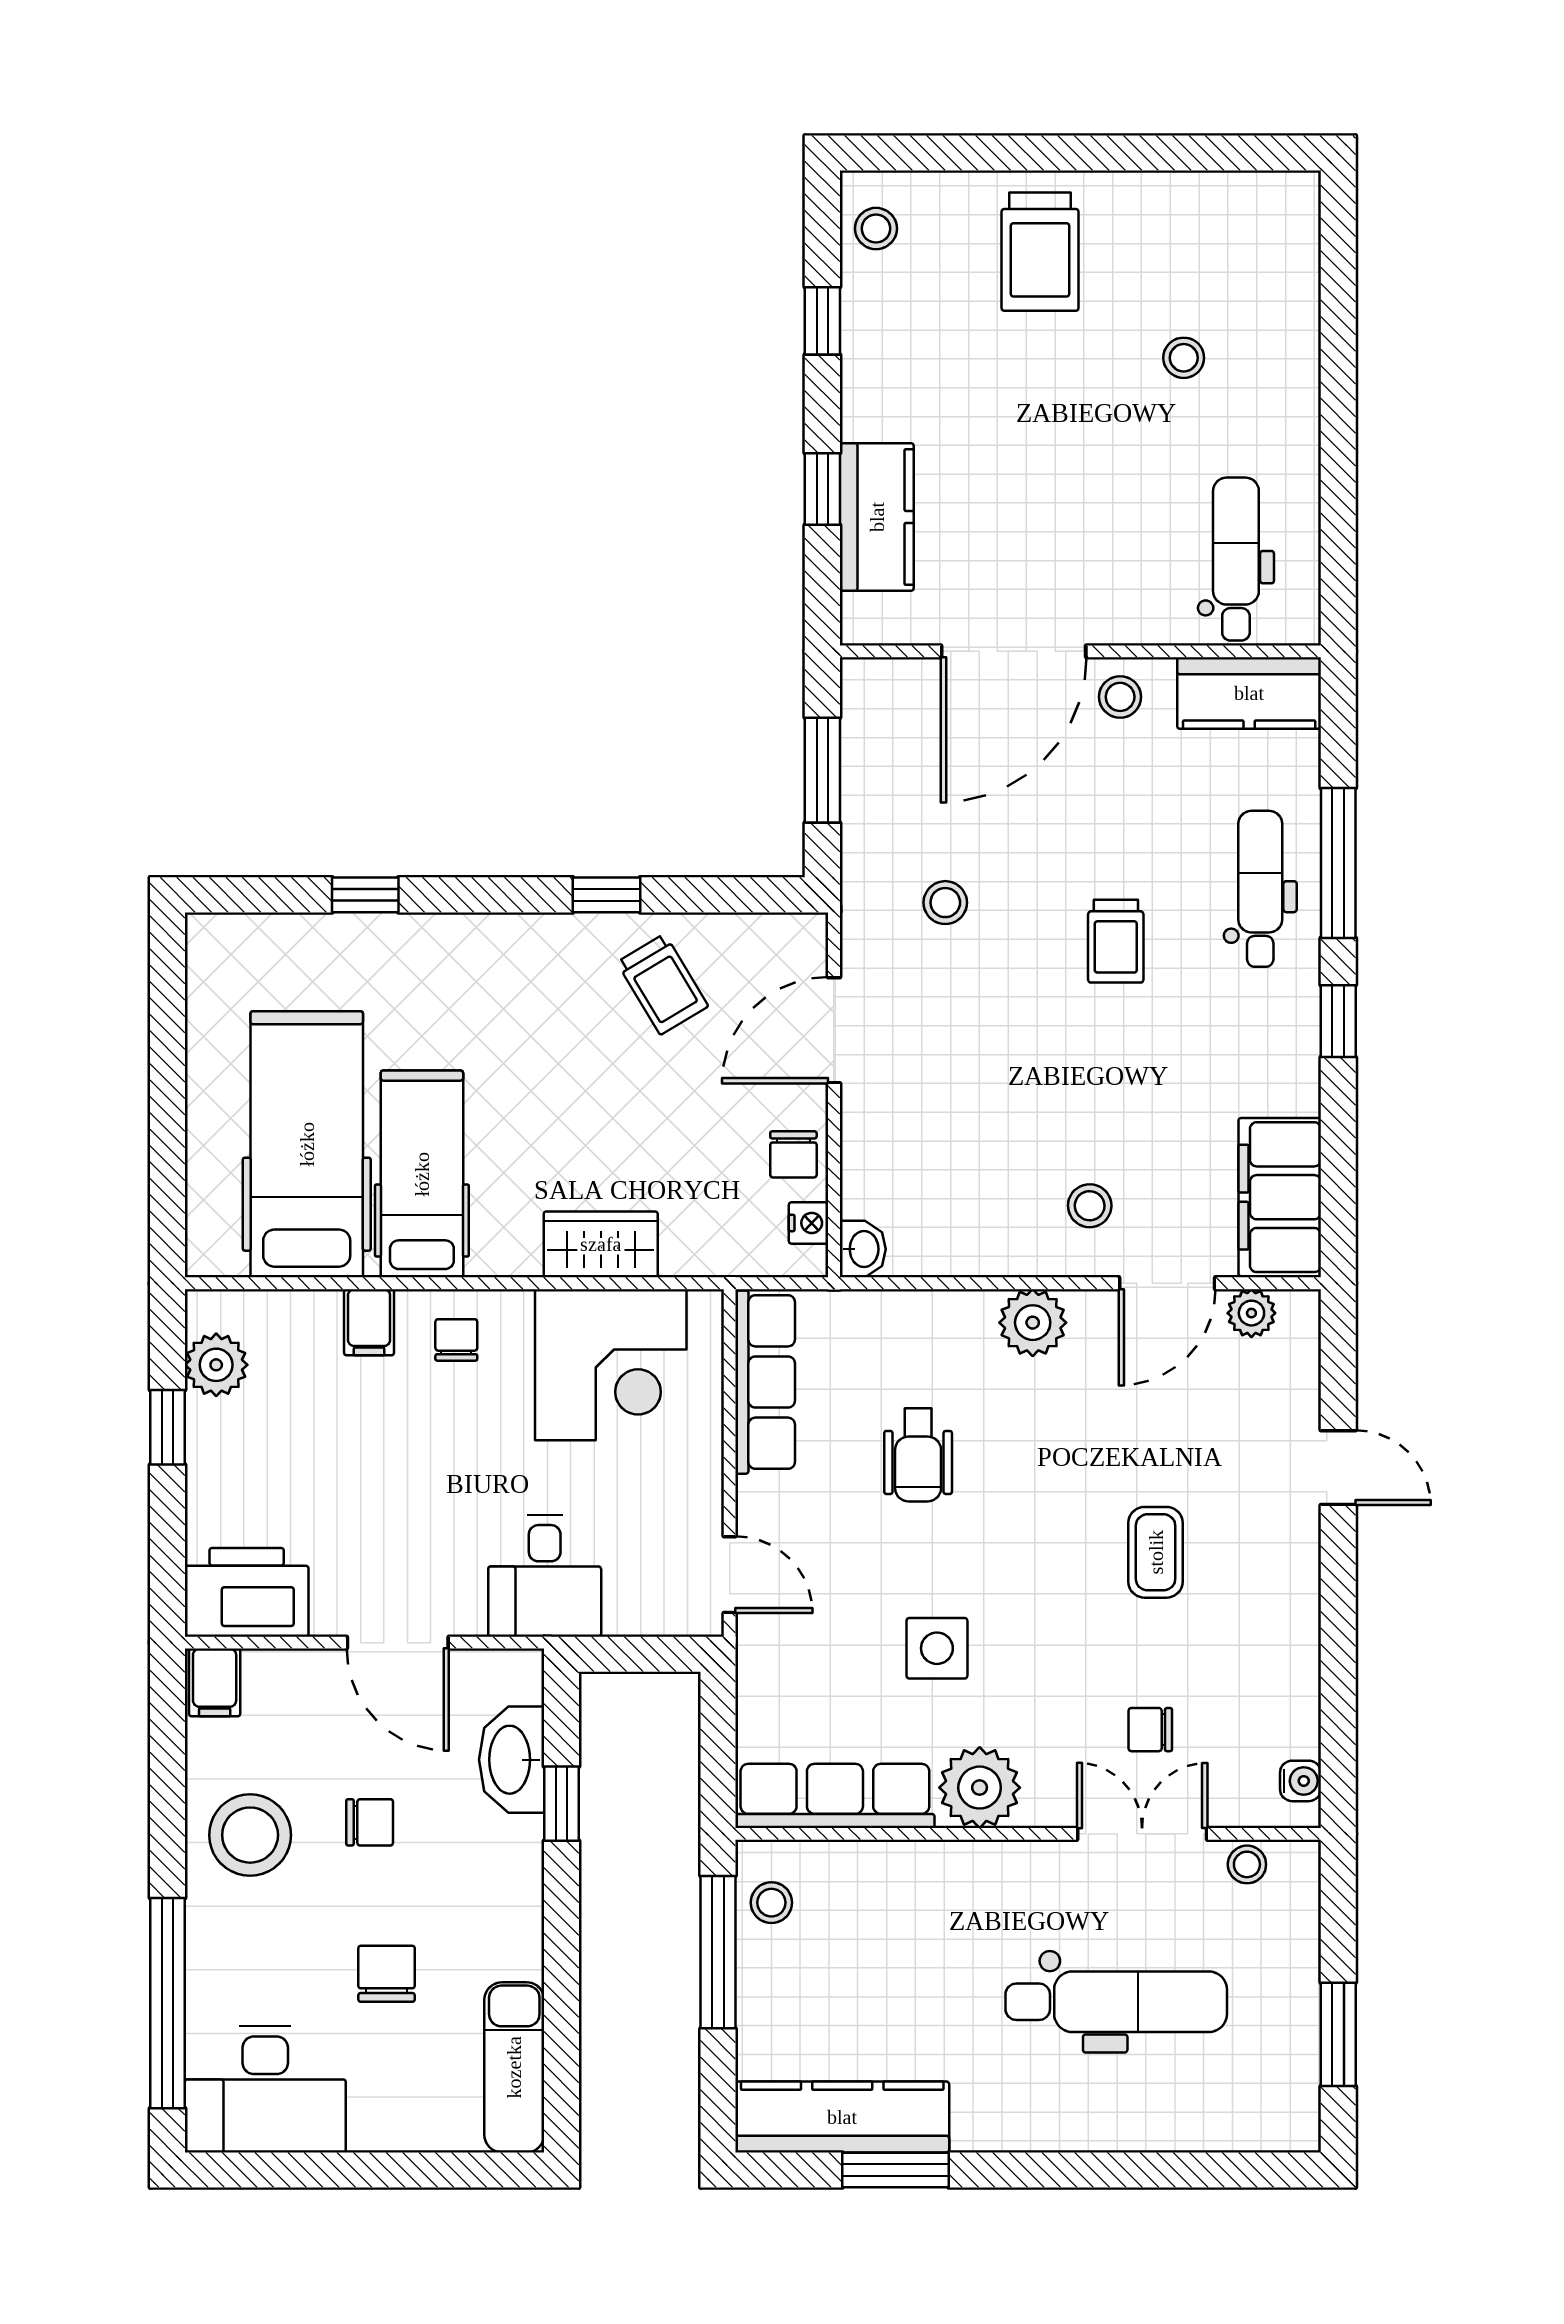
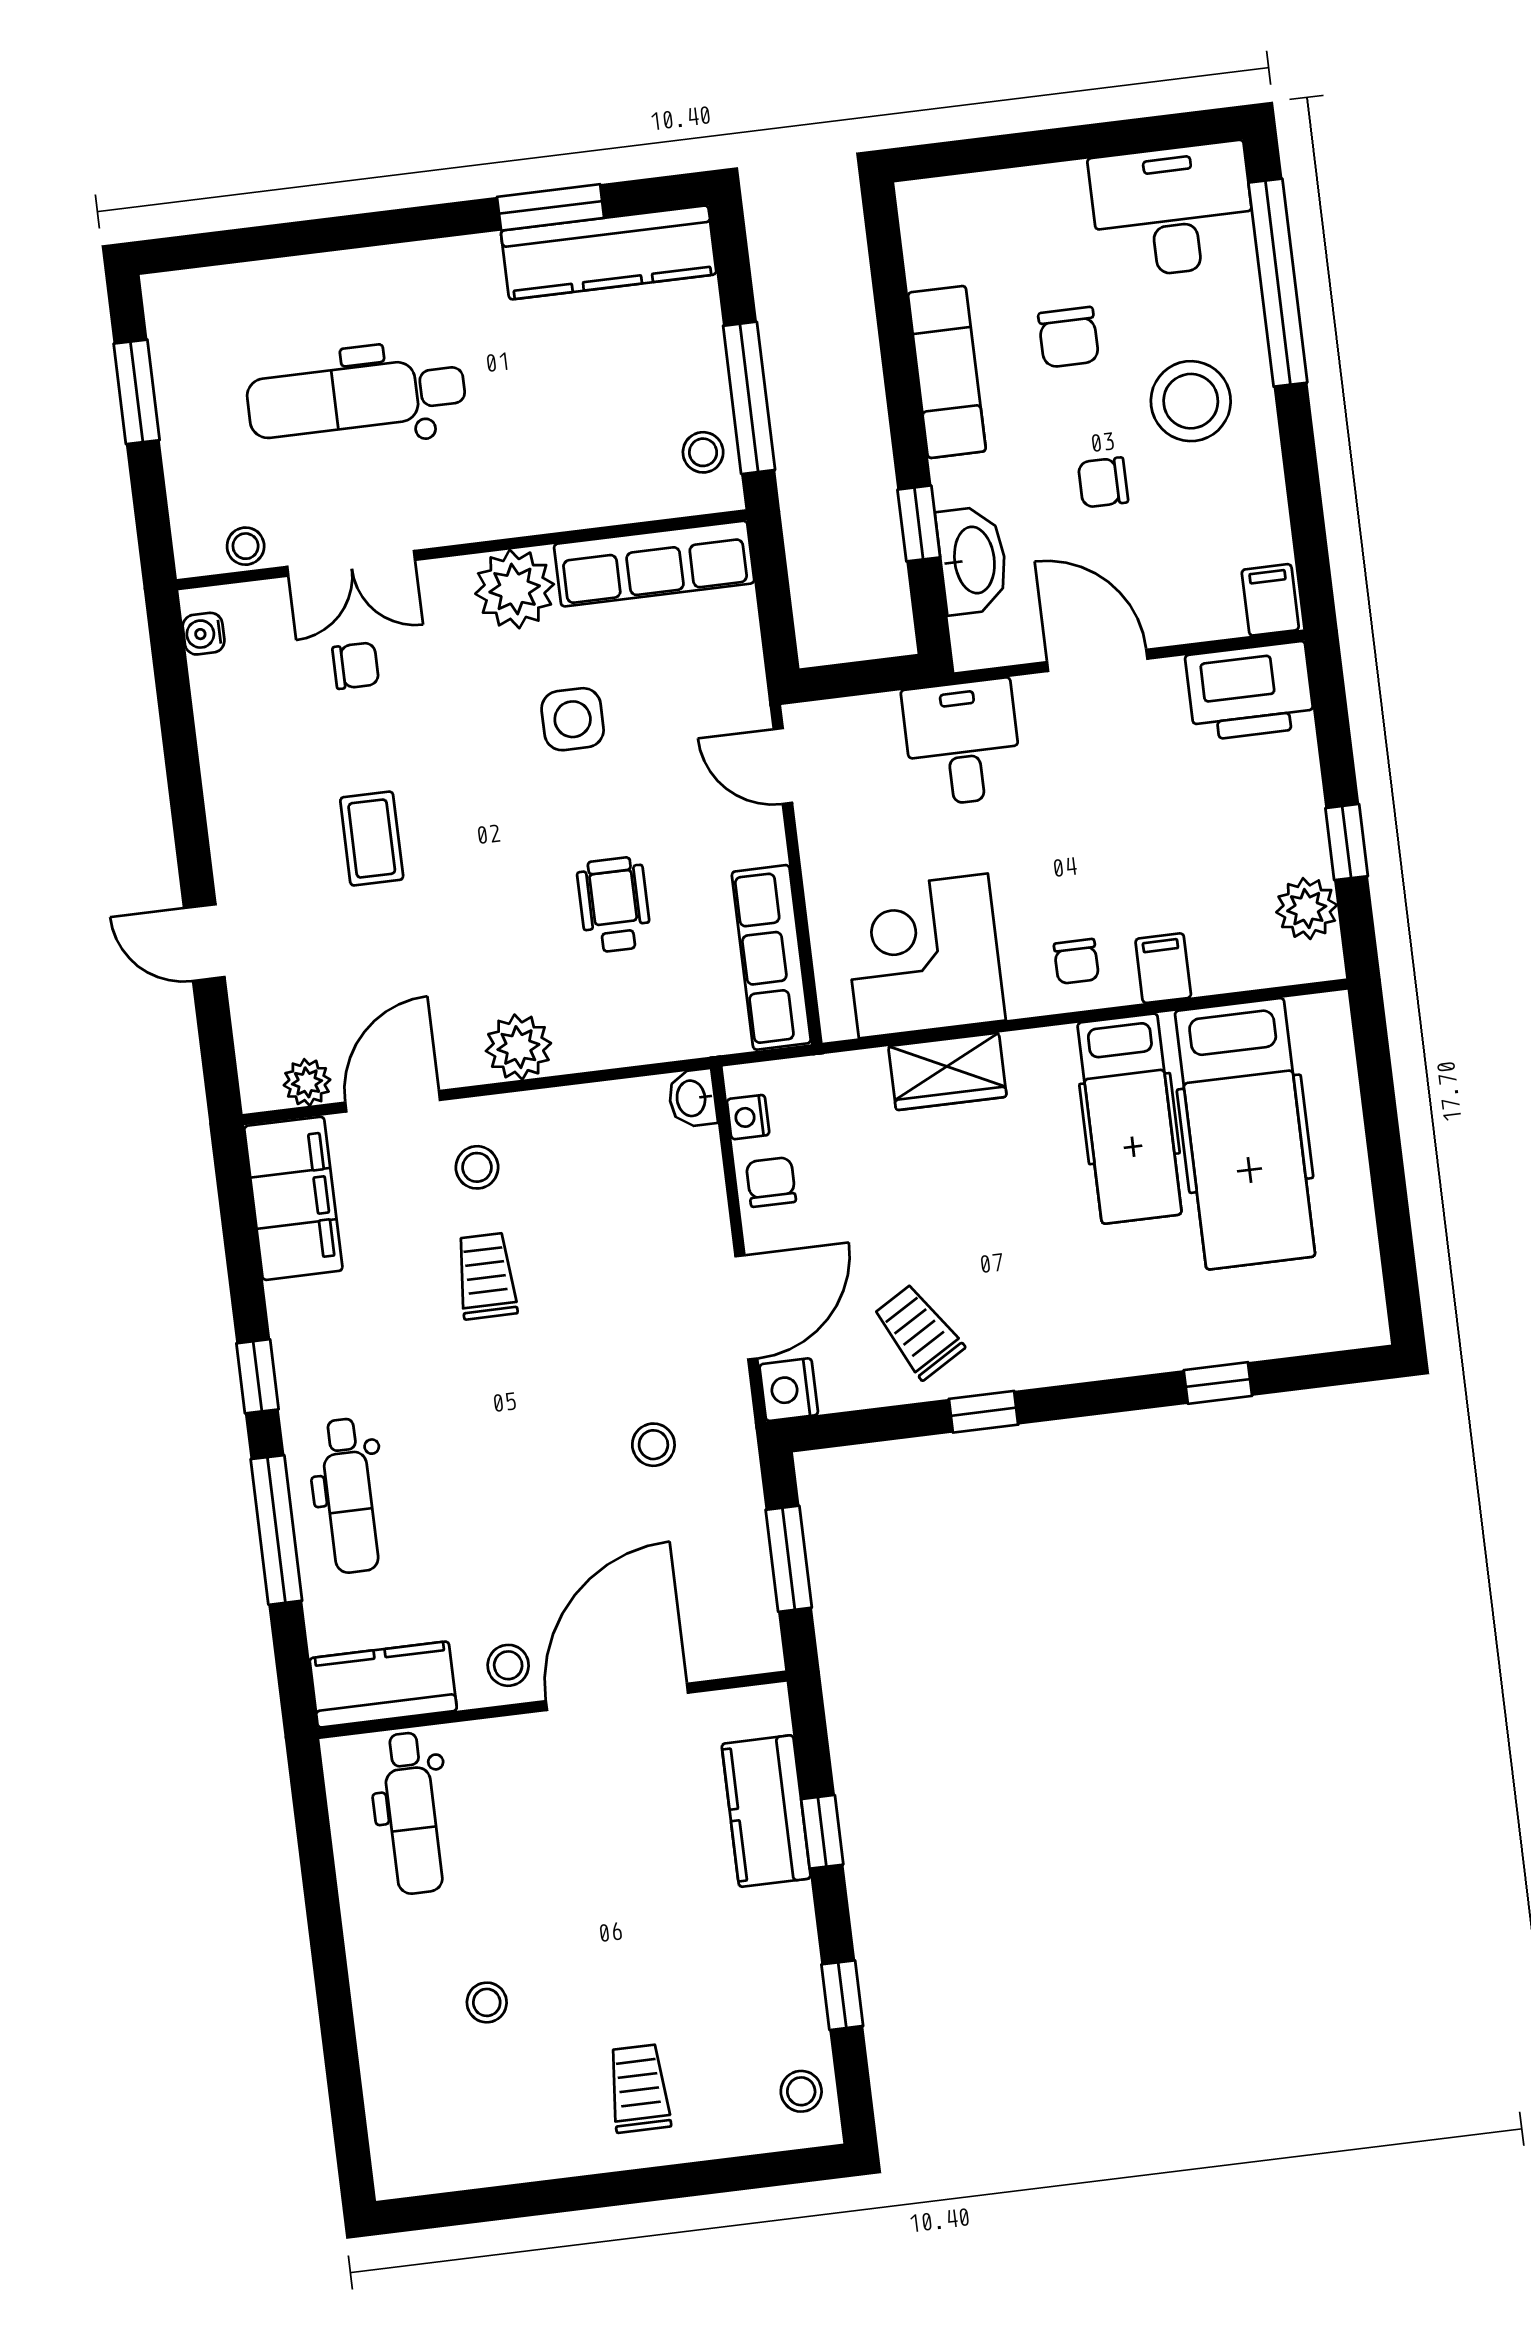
trolley: (1040, 252) -> (639, 2088), width x0.73, depth x0.72
trolley: (1116, 941) -> (486, 1276), moved
nightstand: (801, 942) -> (789, 1390), added
stool: (250, 1835) -> (1191, 401), moved
exam couch: (514, 2067) -> (947, 372), moved

